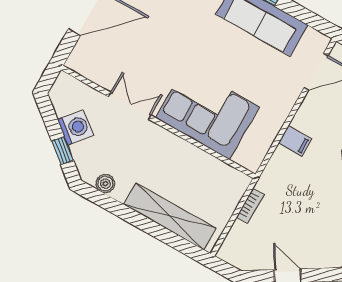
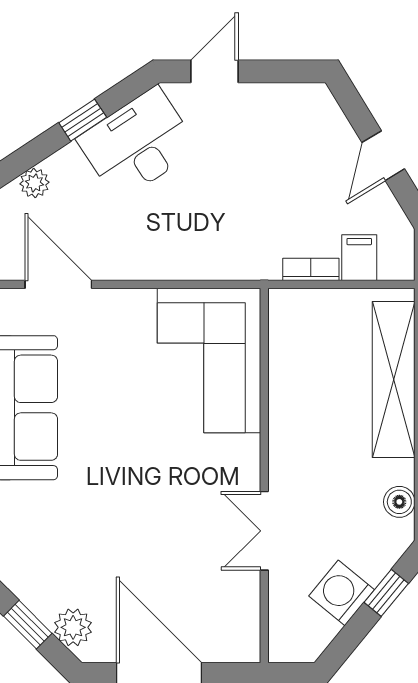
corner sofa: (207, 112) -> (209, 360), moved
filing cabinet: (295, 141) -> (359, 258), moved

